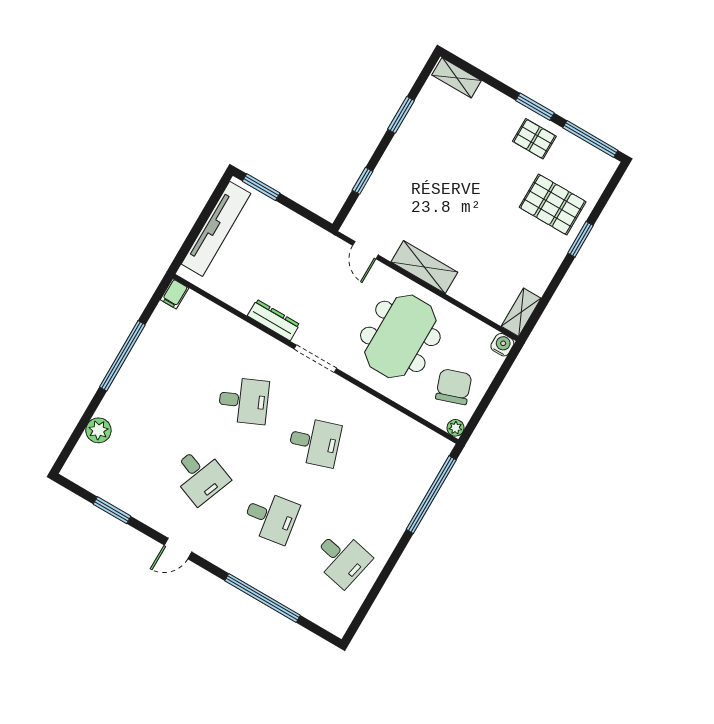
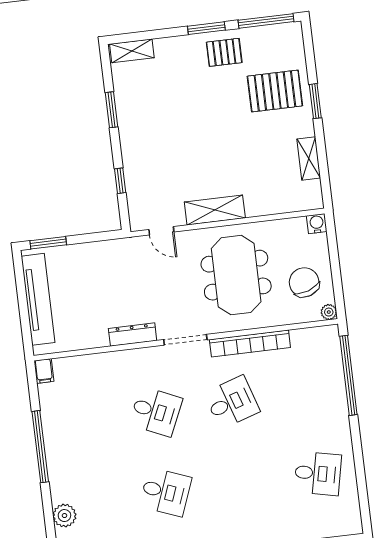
shelving: (521, 312) -> (309, 158), moved
desk: (244, 401) -> (156, 411), turned 48
bookcase: (368, 404) -> (250, 343), added
desk: (271, 517) -> (242, 483), removed

